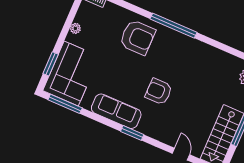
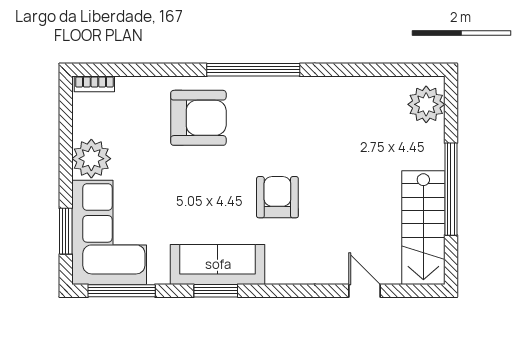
plant: (75, 28) -> (91, 159), width x1.87, depth x1.87
armchair: (159, 92) -> (277, 197), turned 90
window: (132, 133) -> (216, 291), moved

